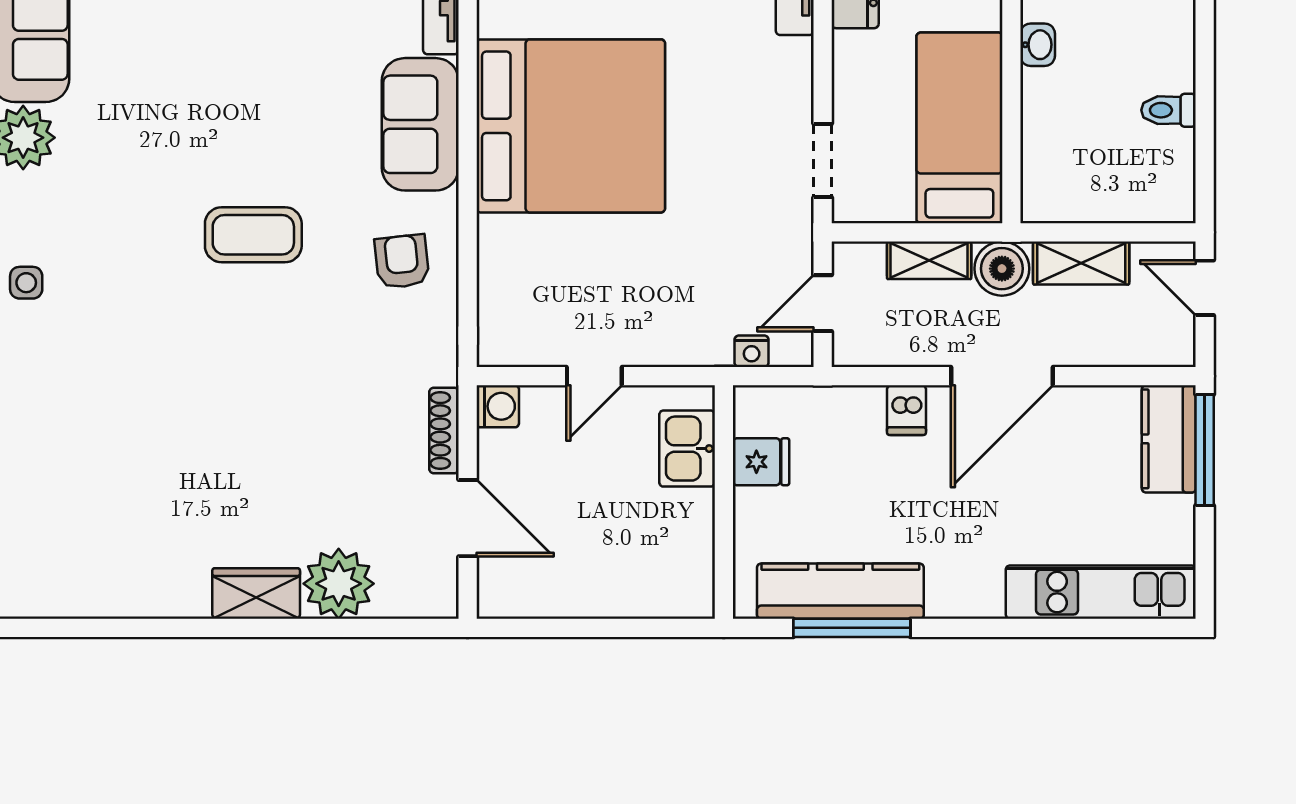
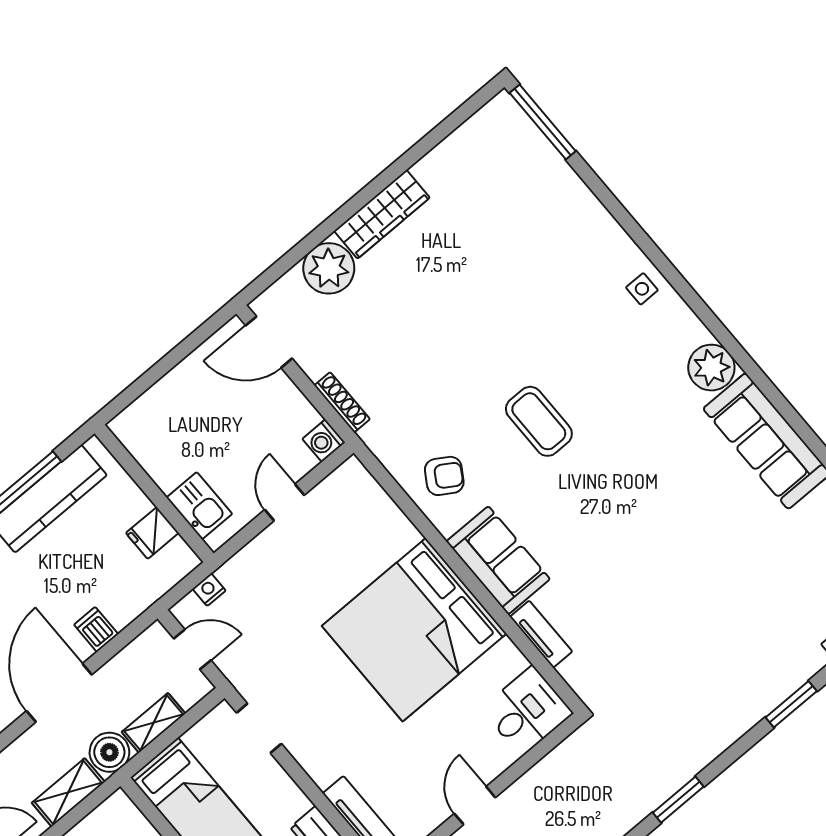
coffee table: (253, 235) -> (539, 421), turned 90
armchair: (402, 261) -> (444, 476), turned -52
door: (823, 303) -> (192, 649), hinge flipped
door: (468, 518) -> (269, 342), moved
wardrobe: (256, 593) -> (382, 214), width x1.50

